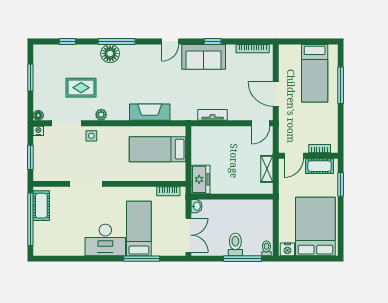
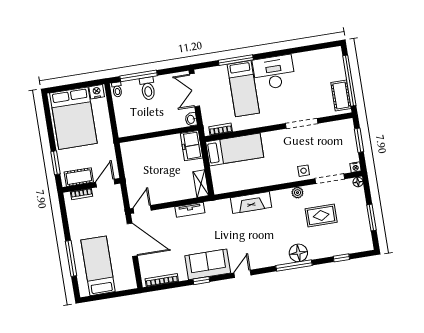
door: (276, 94) -> (132, 240), width x1.36
bed: (157, 149) -> (235, 149), moved
shelving: (267, 169) -> (201, 184), moved

